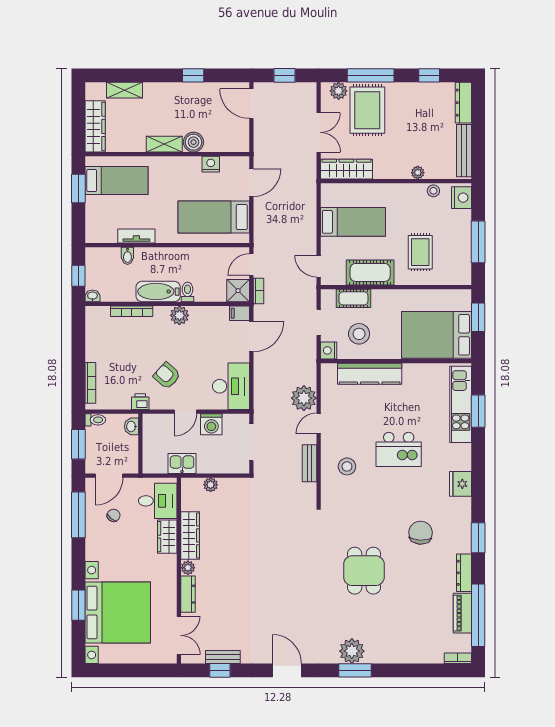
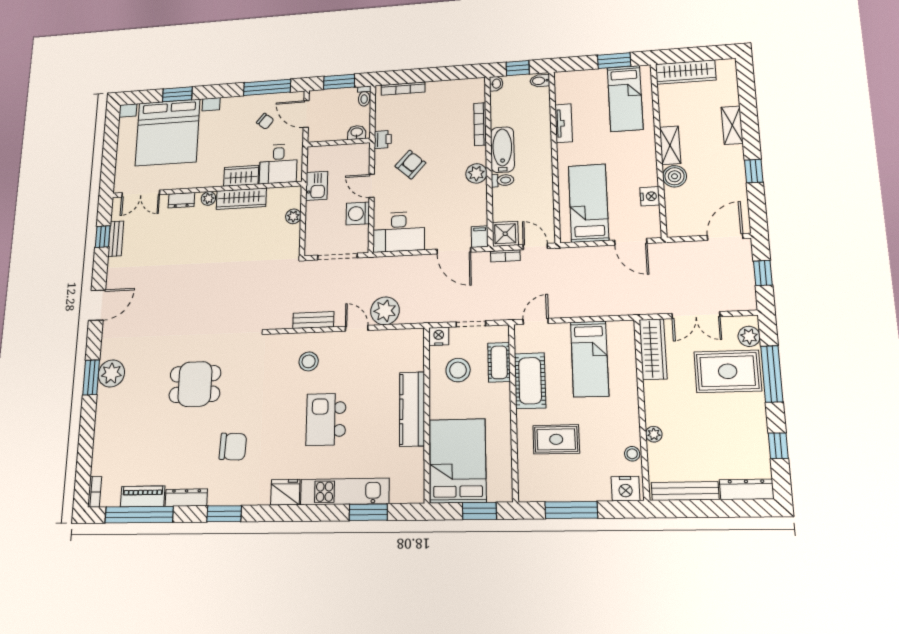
shelving: (125, 90) -> (732, 125), moved
bidet: (127, 256) -> (540, 81), moved
kitchen counter: (370, 374) -> (412, 409), moved
kitchen unit: (461, 404) -> (345, 491), moved
dresser: (188, 594) -> (181, 200), width x0.70

